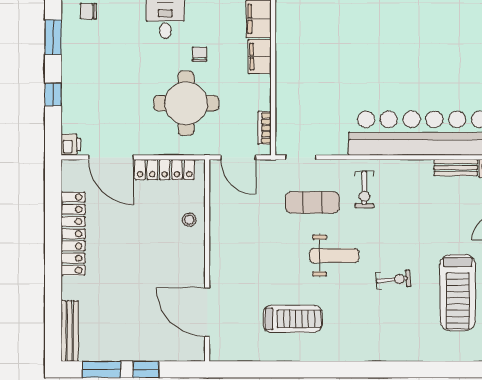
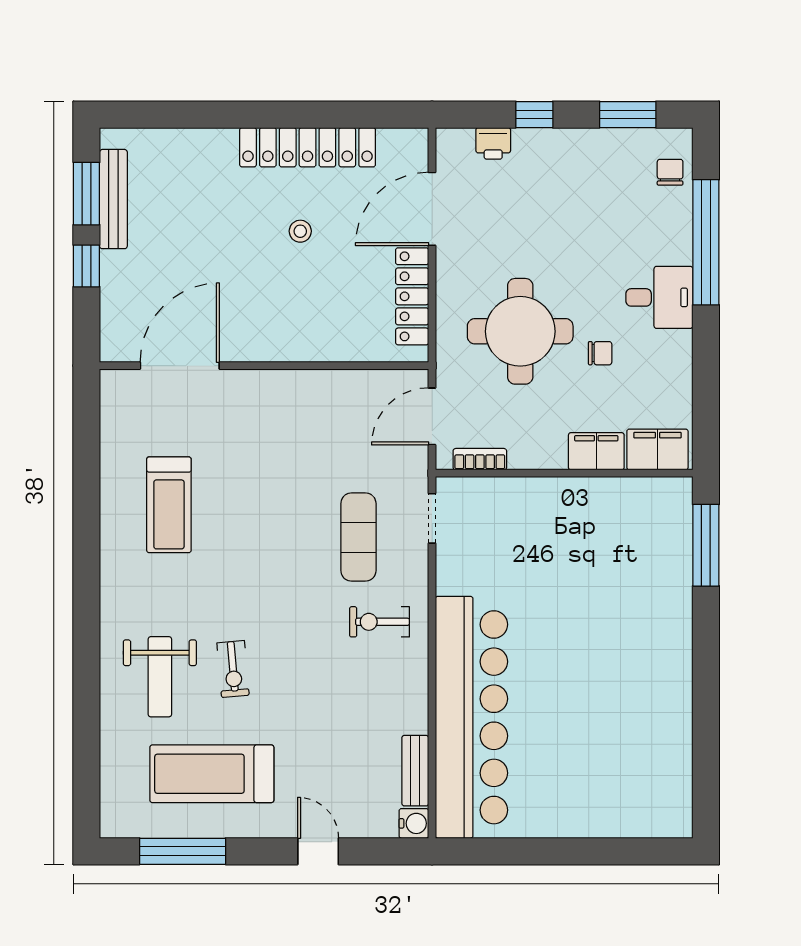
printer: (71, 145) -> (493, 143), moved
stool: (189, 220) -> (300, 231), moved
weight bench: (334, 256) -> (160, 677), moved
bench: (70, 331) -> (113, 199), moved, turned 90

